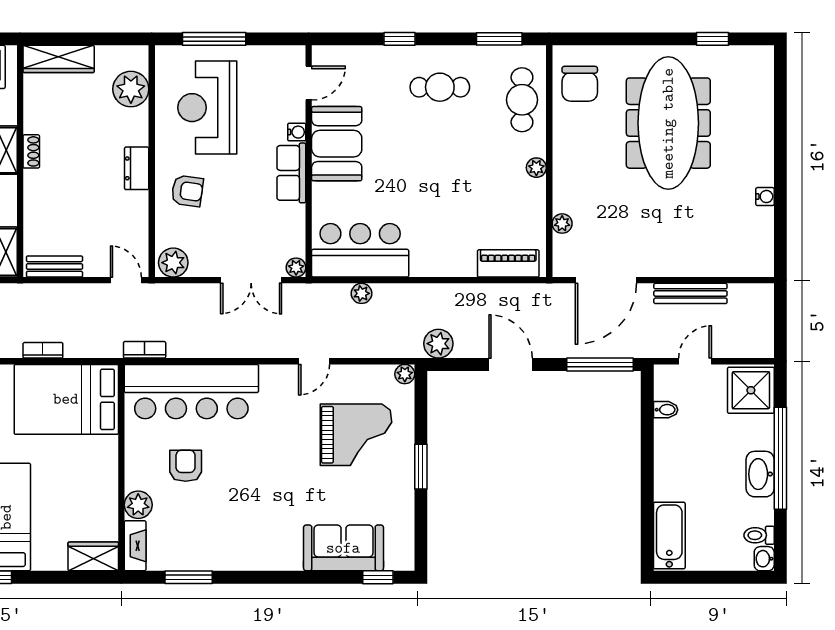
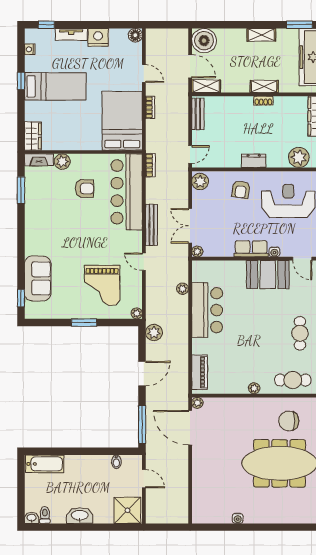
chair: (580, 84) -> (289, 421), moved
plant: (562, 224) -> (197, 403), moved
bar counter: (360, 250) -> (207, 310), moved
bench: (690, 293) -> (151, 225), moved
window: (780, 458) -> (89, 527), removed

